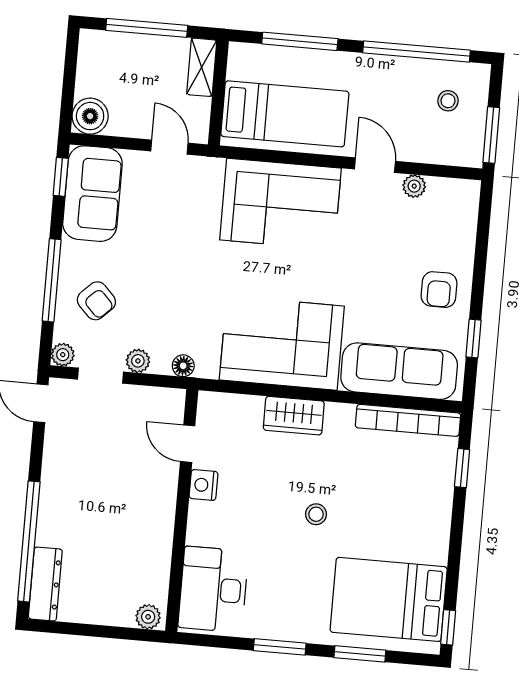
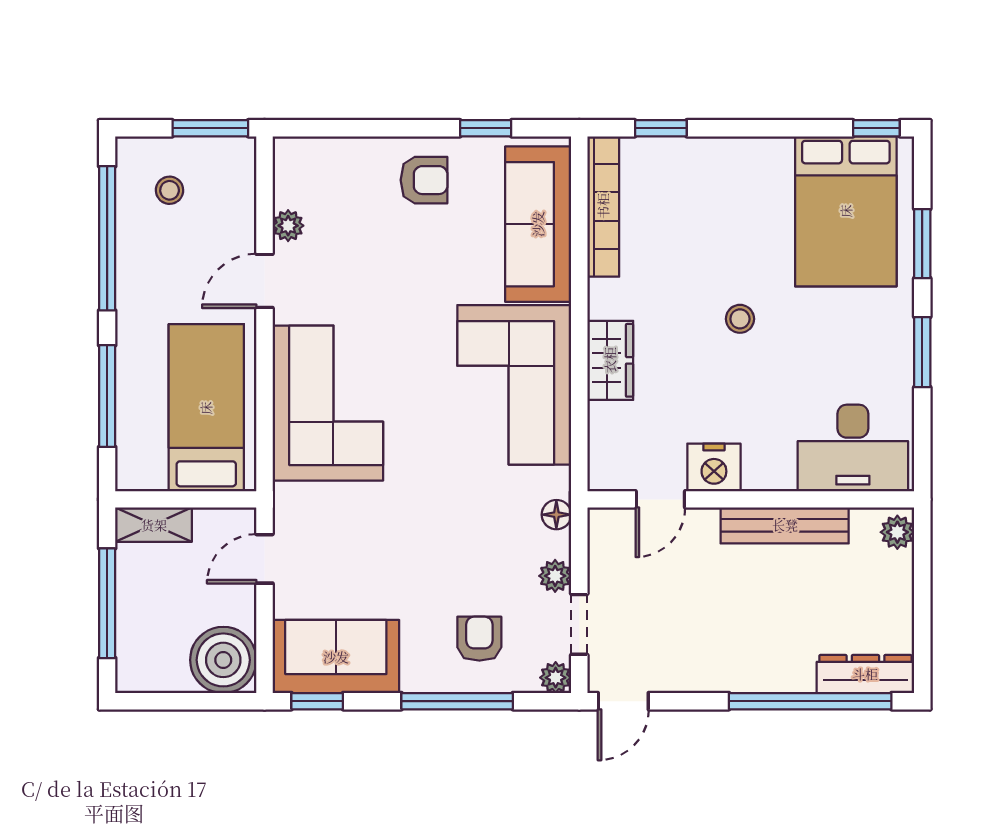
boiler: (90, 116) -> (223, 660), width x1.37, depth x1.37
armchair: (96, 301) -> (479, 639), turned -46
nightstand: (203, 485) -> (714, 467), width x1.36, depth x1.33
bench: (160, 534) -> (785, 525), added

